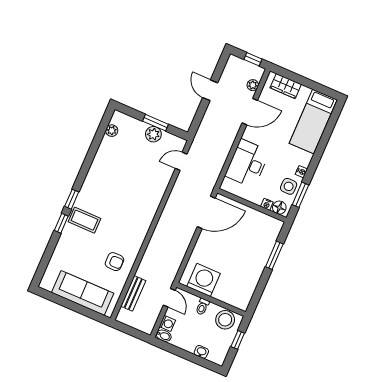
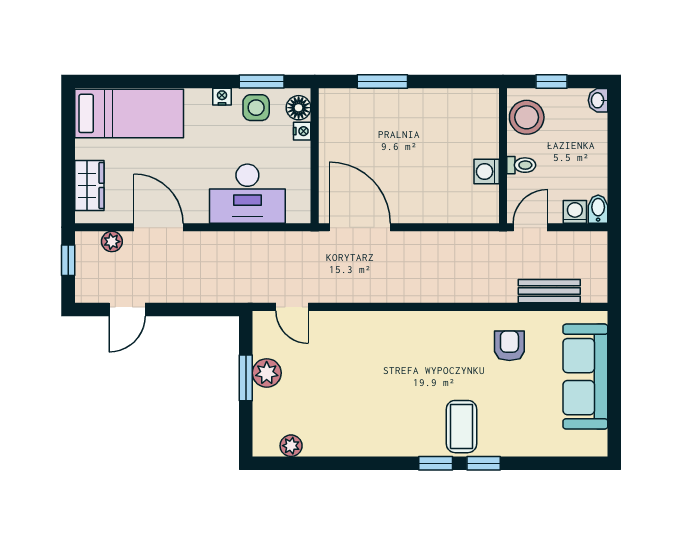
door: (210, 90) -> (127, 309), moved
washing machine: (204, 280) -> (487, 172), width x0.53, depth x0.53
washbasin: (201, 352) -> (598, 100), moved

